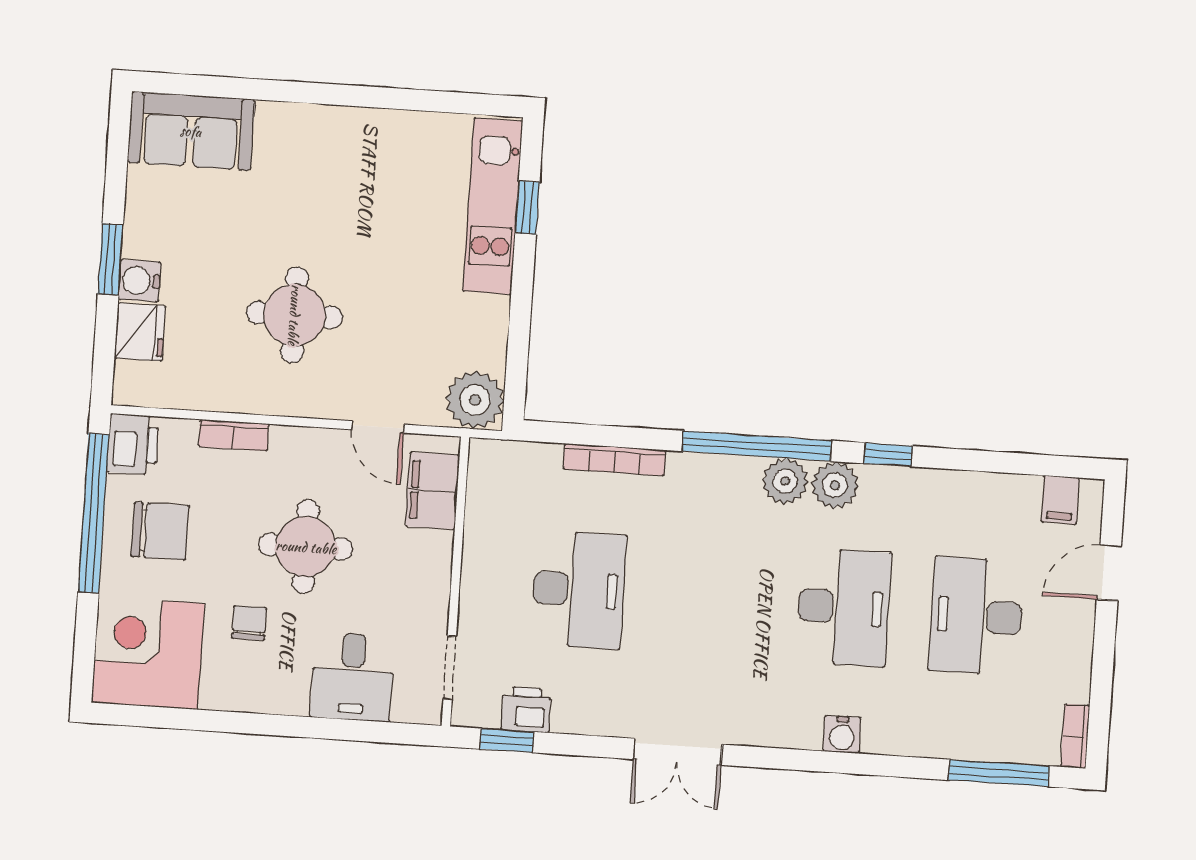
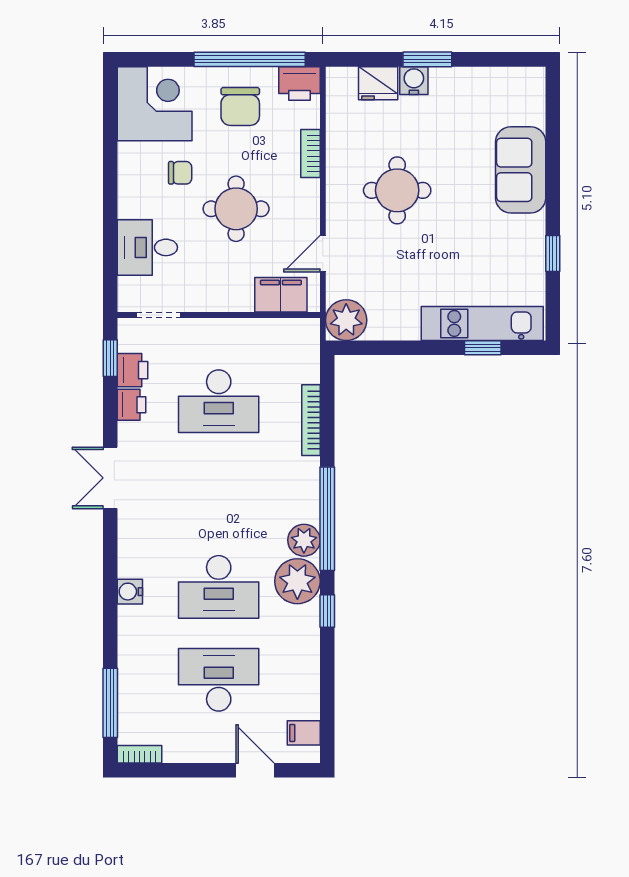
window: (399, 99) -> (553, 253), added
sofa: (191, 131) -> (521, 170), moved
plant: (835, 485) -> (297, 581), width x1.36, depth x1.36
printer: (575, 714) -> (131, 405), added

